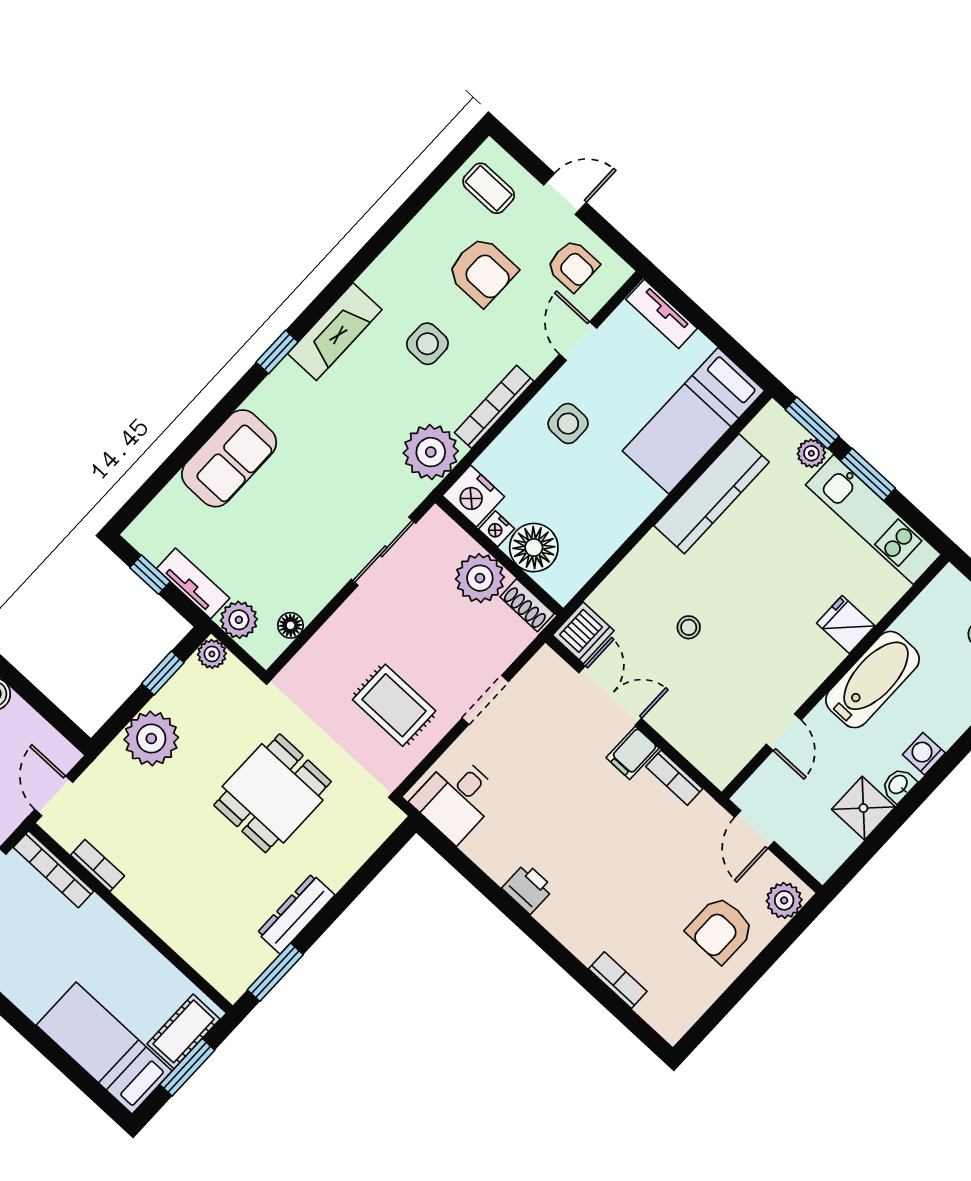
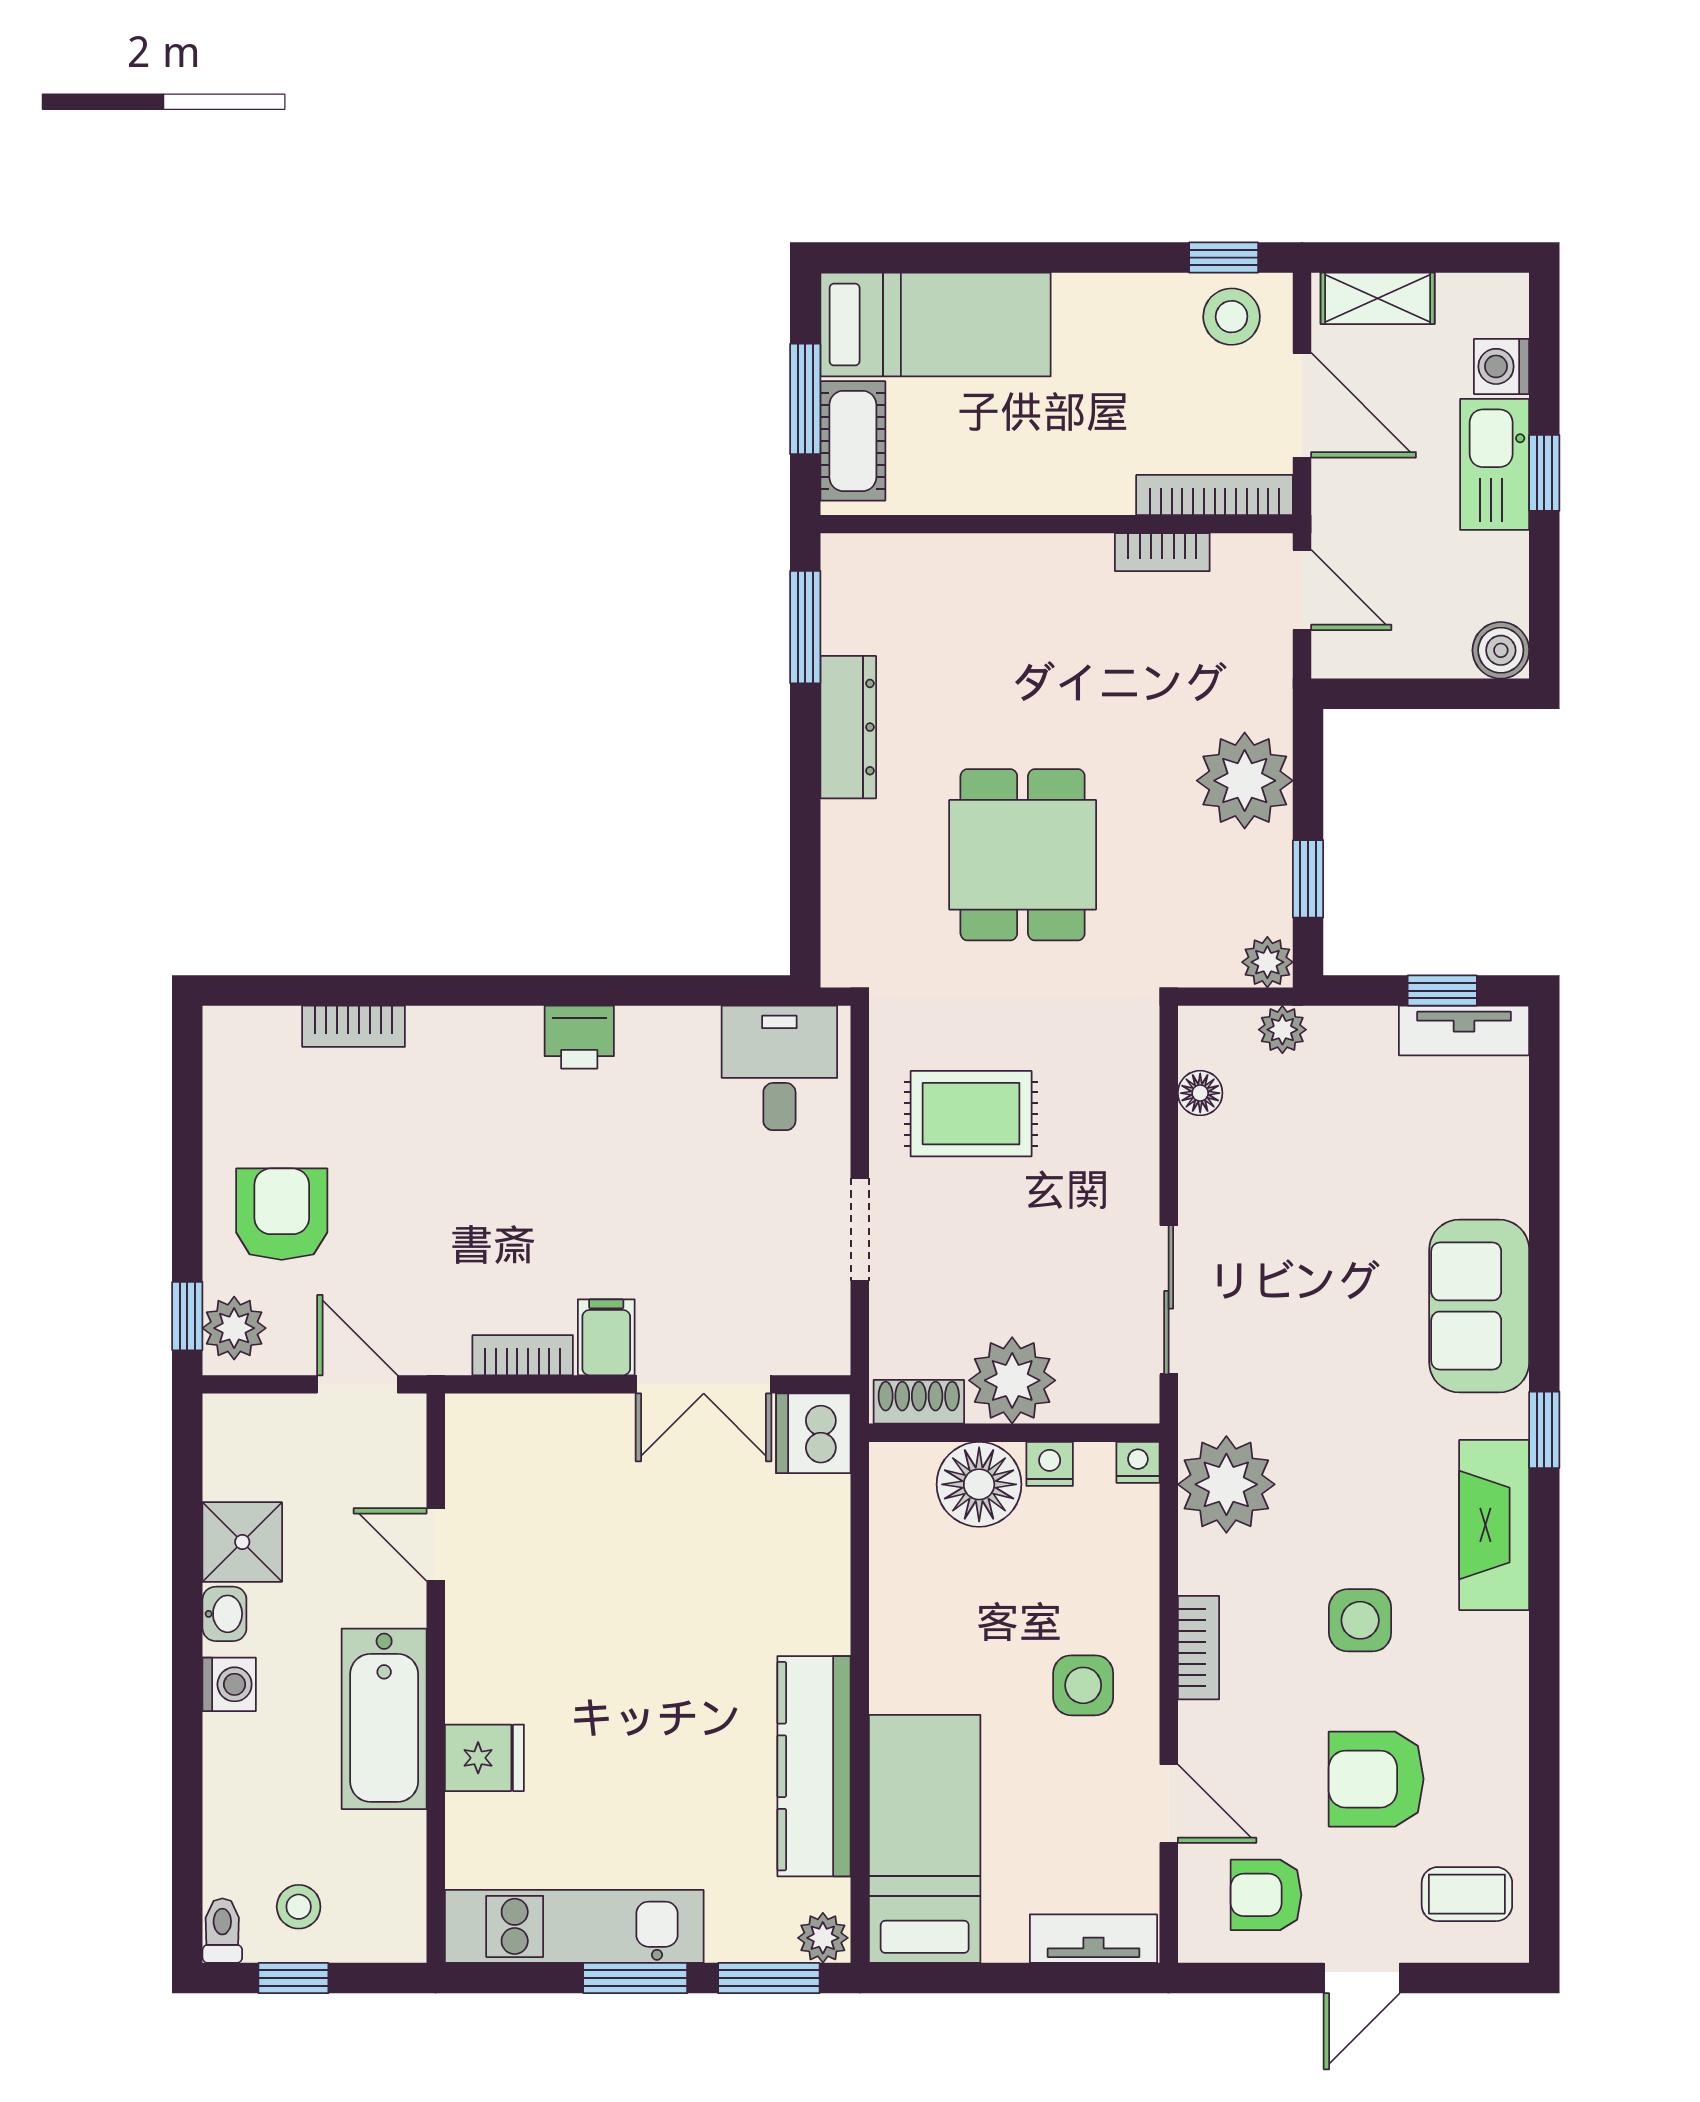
bookcase: (494, 407) -> (1198, 1648), width x0.64
plant: (811, 453) -> (823, 1938), moved
sofa: (229, 458) -> (1479, 1306), moved
nightstand: (473, 496) -> (1138, 1462), width x0.53, depth x0.56
tv unit: (193, 583) -> (1464, 1031), moved
plant: (239, 620) -> (1282, 1030), width x0.73, depth x0.73
stool: (689, 627) -> (684, 1567), removed
window: (799, 923) -> (187, 1316), added

